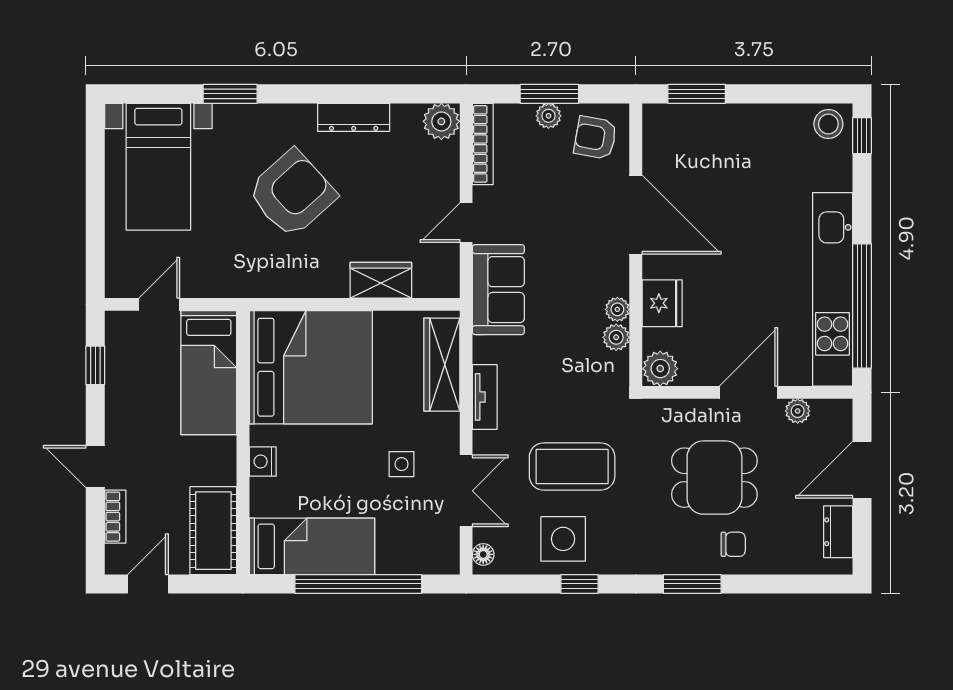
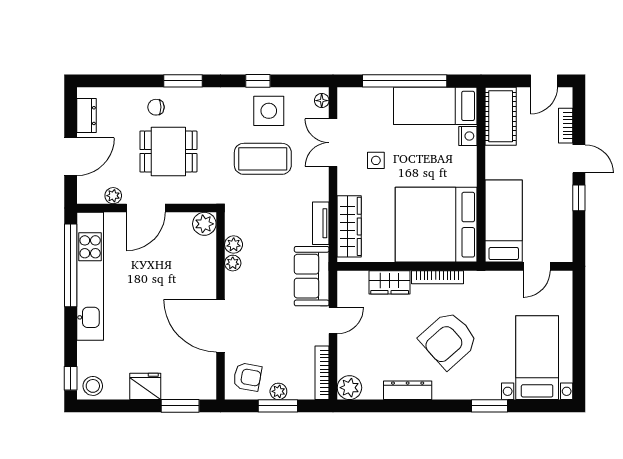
bookcase: (309, 288) -> (438, 277), added
fridge: (662, 303) -> (145, 386), moved, turned 90
window: (95, 365) -> (579, 198), moved
tv unit: (485, 397) -> (321, 223), moved
nightstand: (263, 461) -> (468, 136), moved

